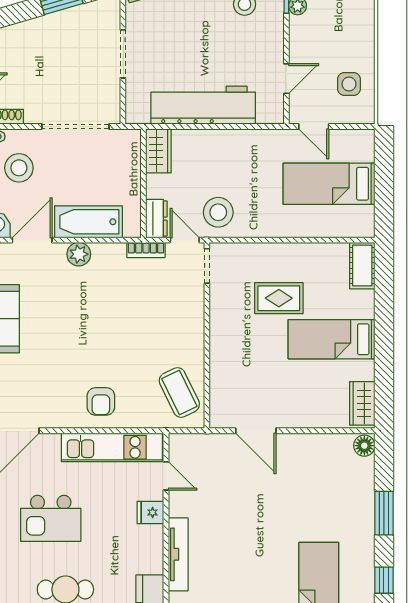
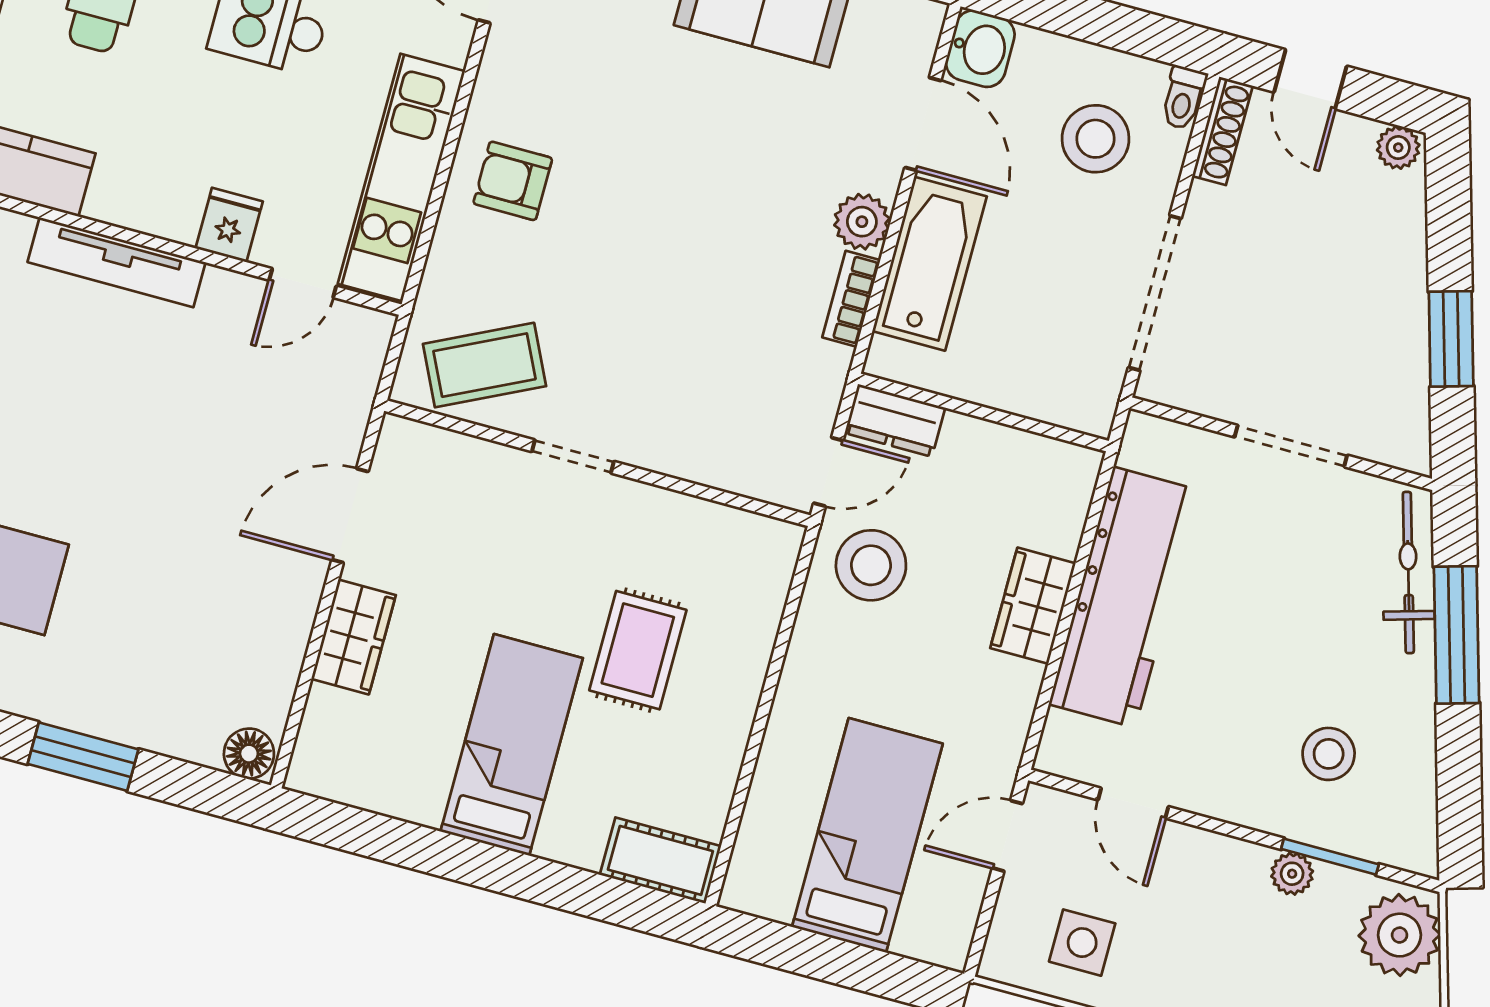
wardrobe: (158, 151) -> (1033, 606), moved, turned 90
bookcase: (146, 250) -> (851, 299), moved
doorway: (207, 266) -> (573, 456), moved
wardrobe: (362, 403) -> (354, 637), moved, turned 90

